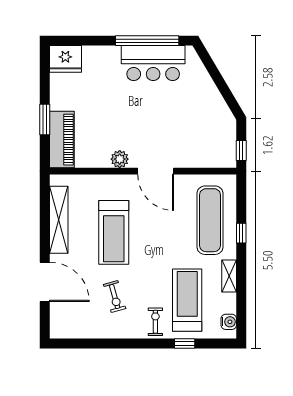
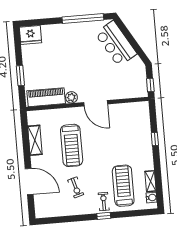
bar counter: (153, 63) -> (116, 44), moved, turned 59
piano: (62, 140) -> (46, 97), moved, turned -90
shelving: (59, 220) -> (35, 140), width x0.68
exercise mat: (210, 220) -> (134, 132), removed
shelving: (229, 276) -> (150, 181), moved
window: (185, 344) -> (104, 216), moved

